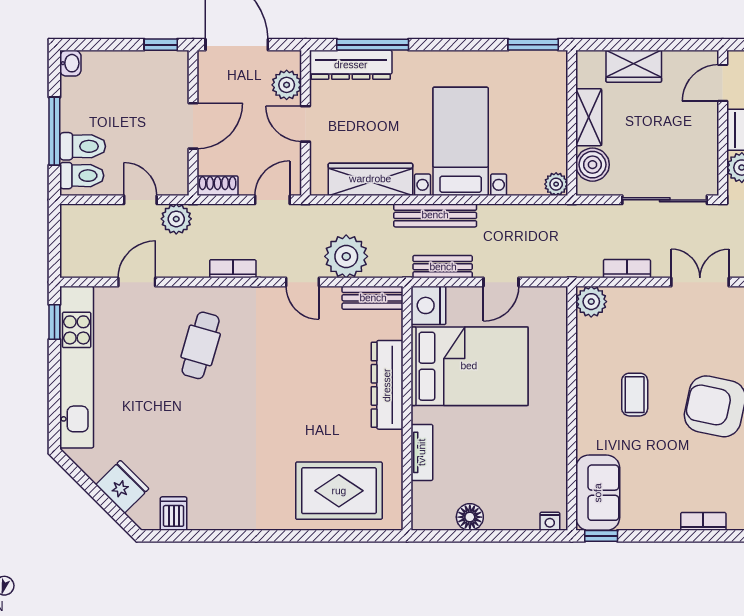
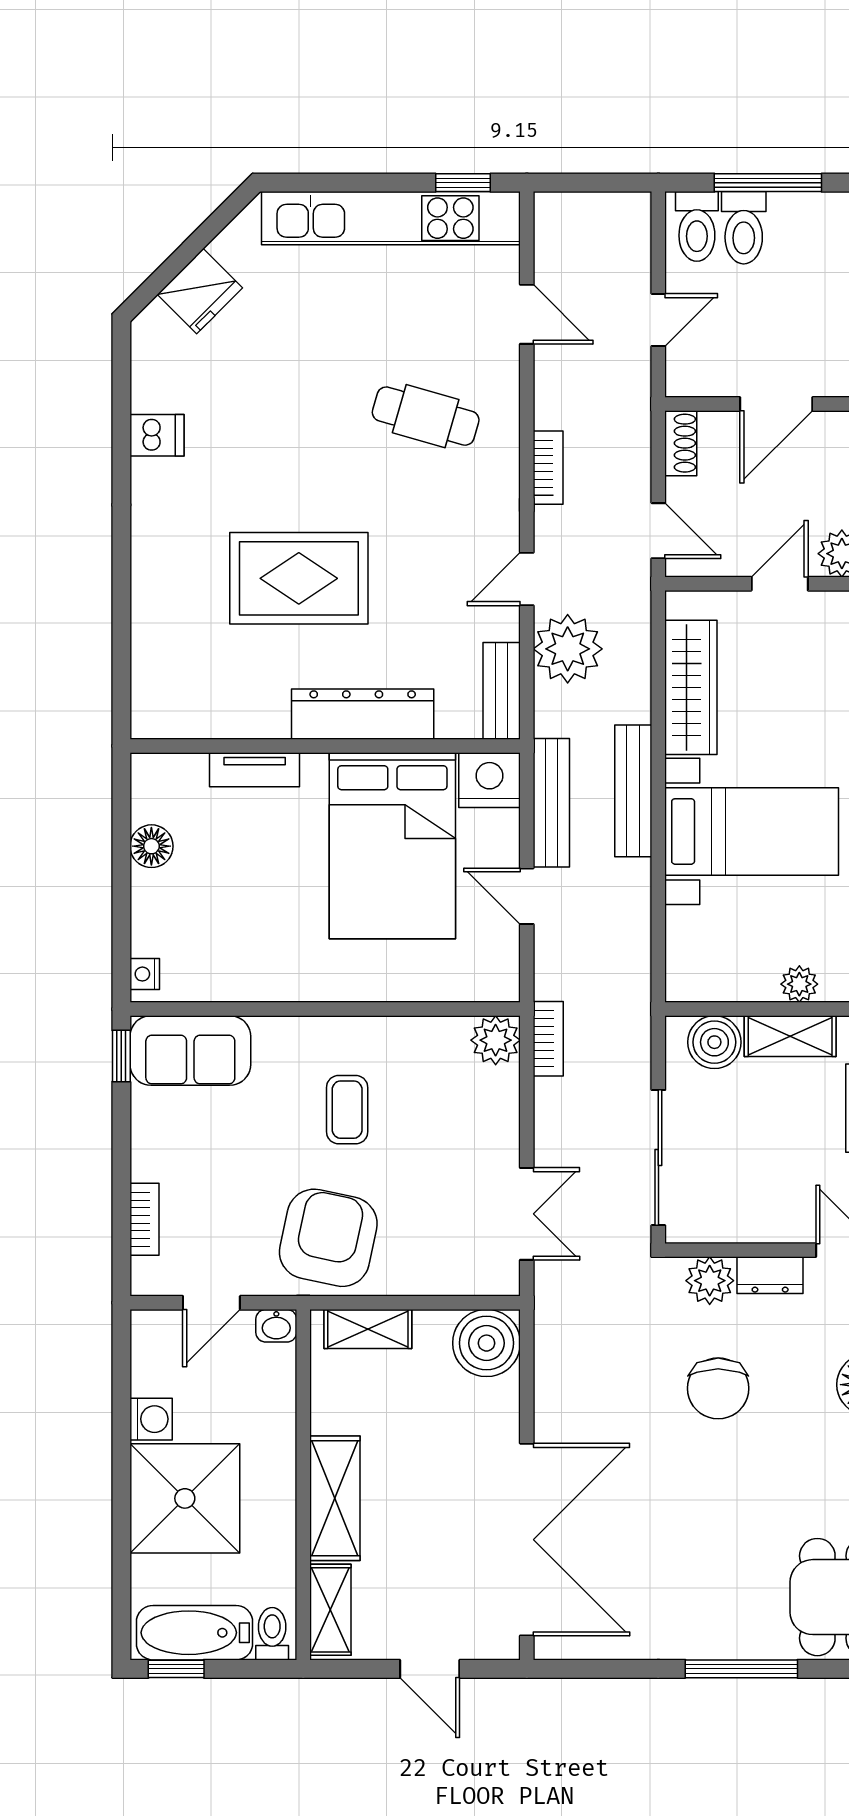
door: (193, 126) -> (776, 404), hinge flipped
plant: (556, 184) -> (799, 984), moved
plant: (176, 219) -> (628, 377), removed
bench: (443, 267) -> (551, 803), width x1.36
bookcase: (627, 269) -> (548, 1039), moved
coffee table: (635, 395) -> (347, 1110), turned 90
rug: (339, 491) -> (299, 578), moved, turned 90
dishwasher: (174, 514) -> (157, 435), moved

